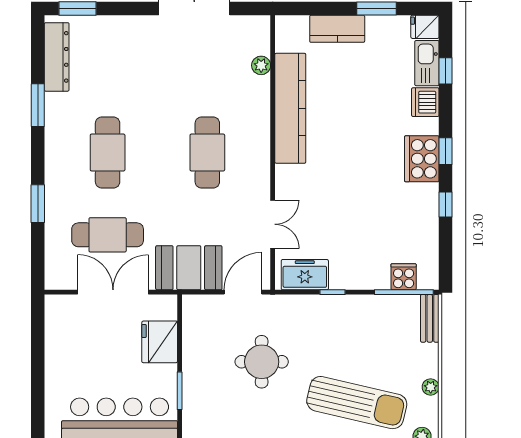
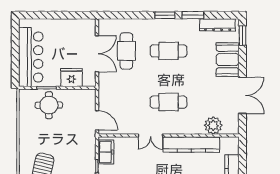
plant: (261, 65) -> (213, 125), width x1.87, depth x1.87
window: (38, 204) -> (165, 15), moved
double door: (273, 224) -> (151, 136), moved
booth: (189, 268) -> (228, 60), moved
round table: (262, 362) -> (49, 105), moved

